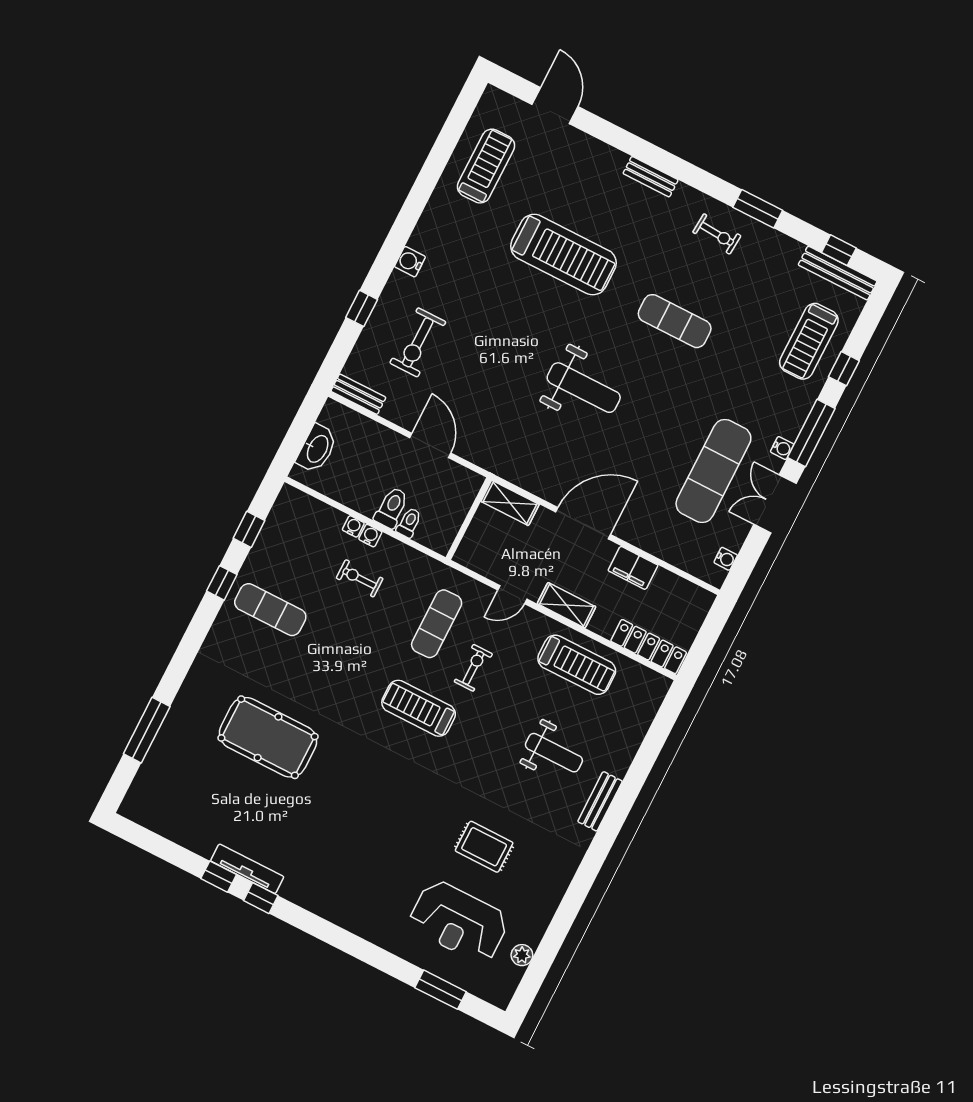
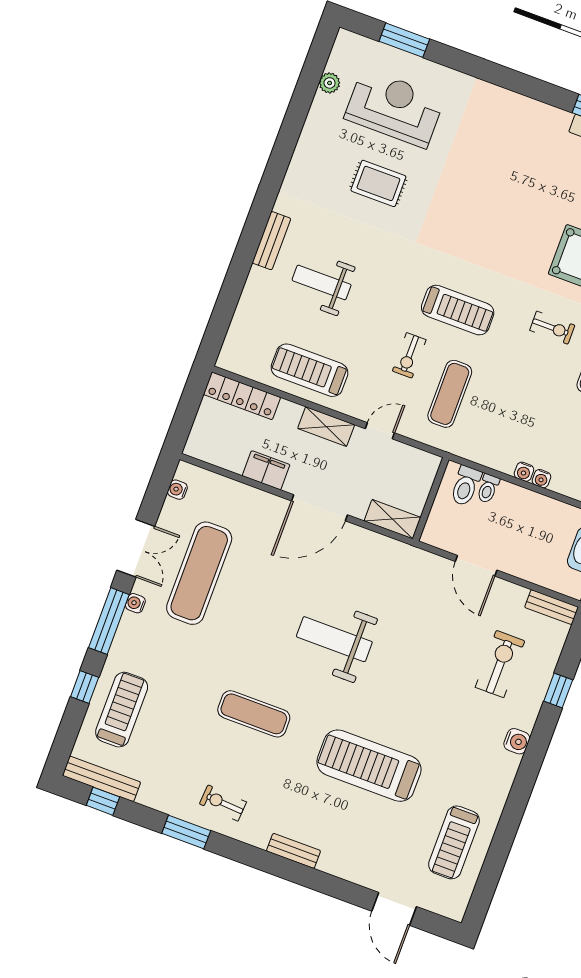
toilet: (391, 508) -> (466, 486), moved
exercise bike: (360, 578) -> (552, 328), moved

